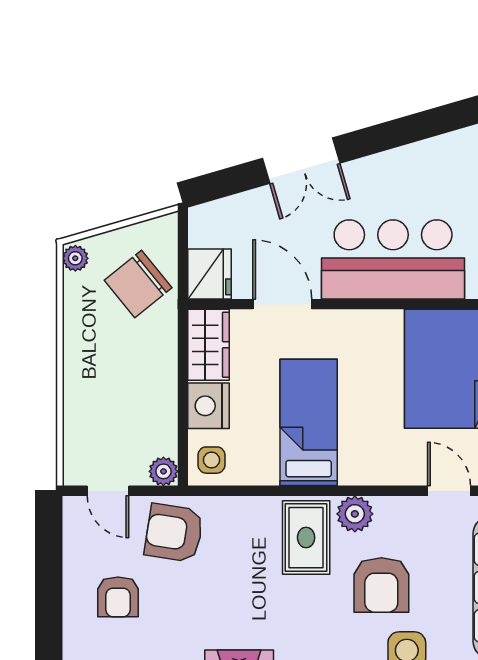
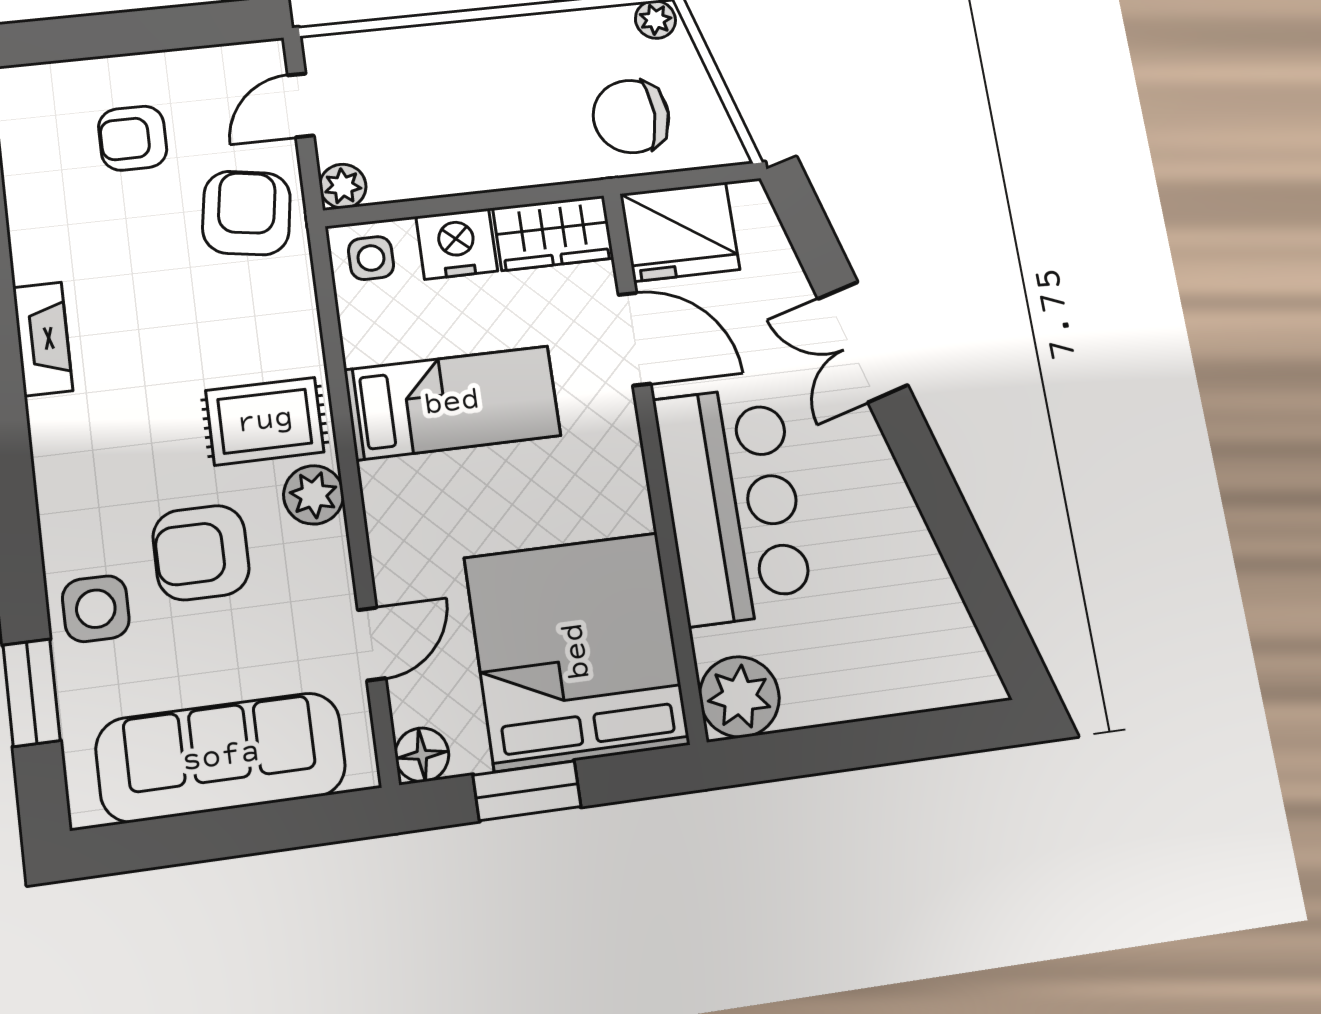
fridge: (210, 274) -> (680, 232), width x1.36, depth x1.34
chair: (138, 284) -> (631, 116), turned -51
door: (282, 304) -> (635, 339), hinge flipped

